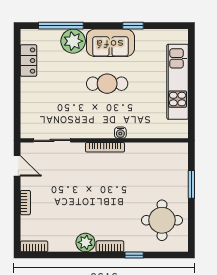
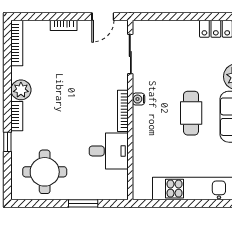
water cooler: (120, 133) -> (139, 99), moved
desk: (142, 160) -> (109, 151), added
bookcase: (34, 246) -> (17, 43), width x1.56

